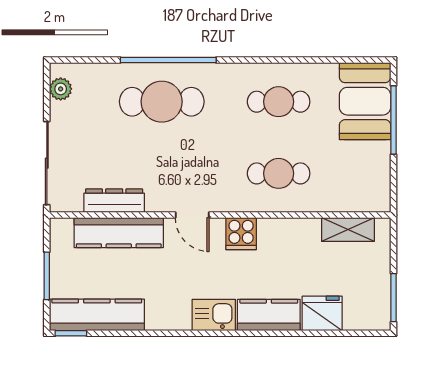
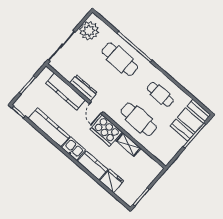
plant: (61, 89) -> (89, 31), width x1.88, depth x1.88
cafe table: (279, 173) -> (139, 119), width x1.37, depth x1.35
dresser: (114, 201) -> (83, 88), moved
shelving: (348, 230) -> (128, 145), moved
cooker: (241, 234) -> (106, 131), width x1.87, depth x1.31
kitchen counter: (97, 315) -> (49, 127), moved

